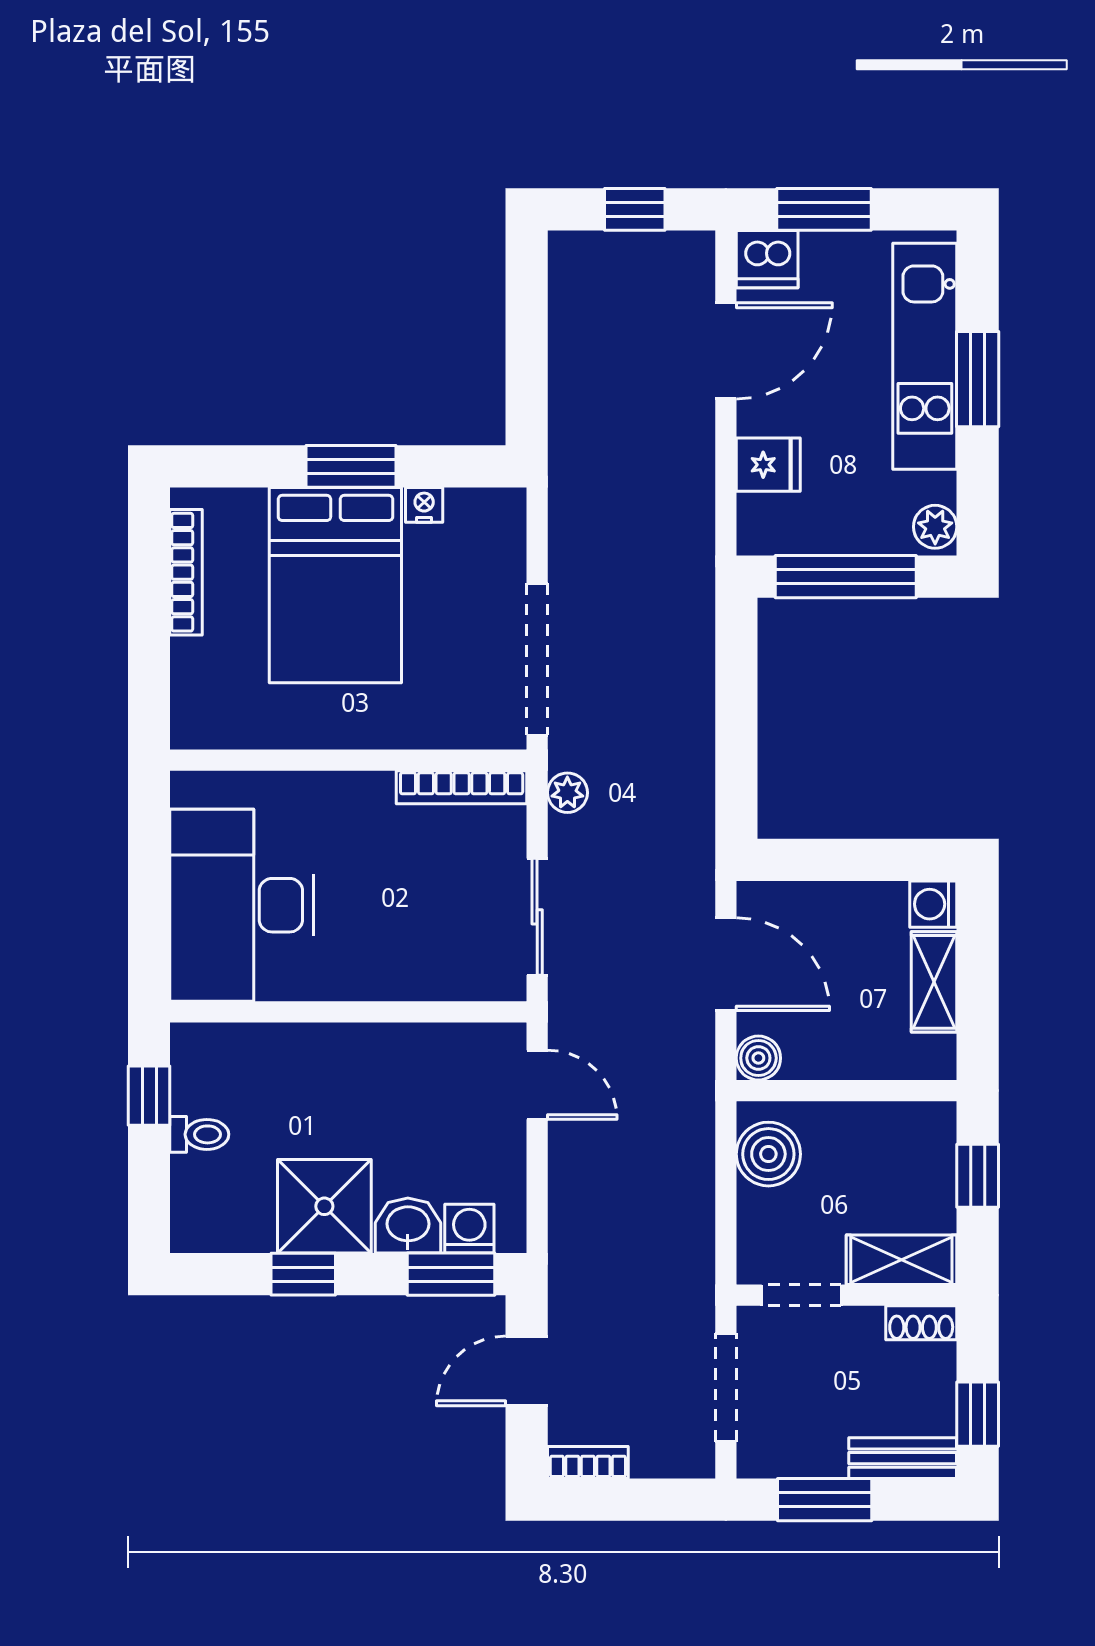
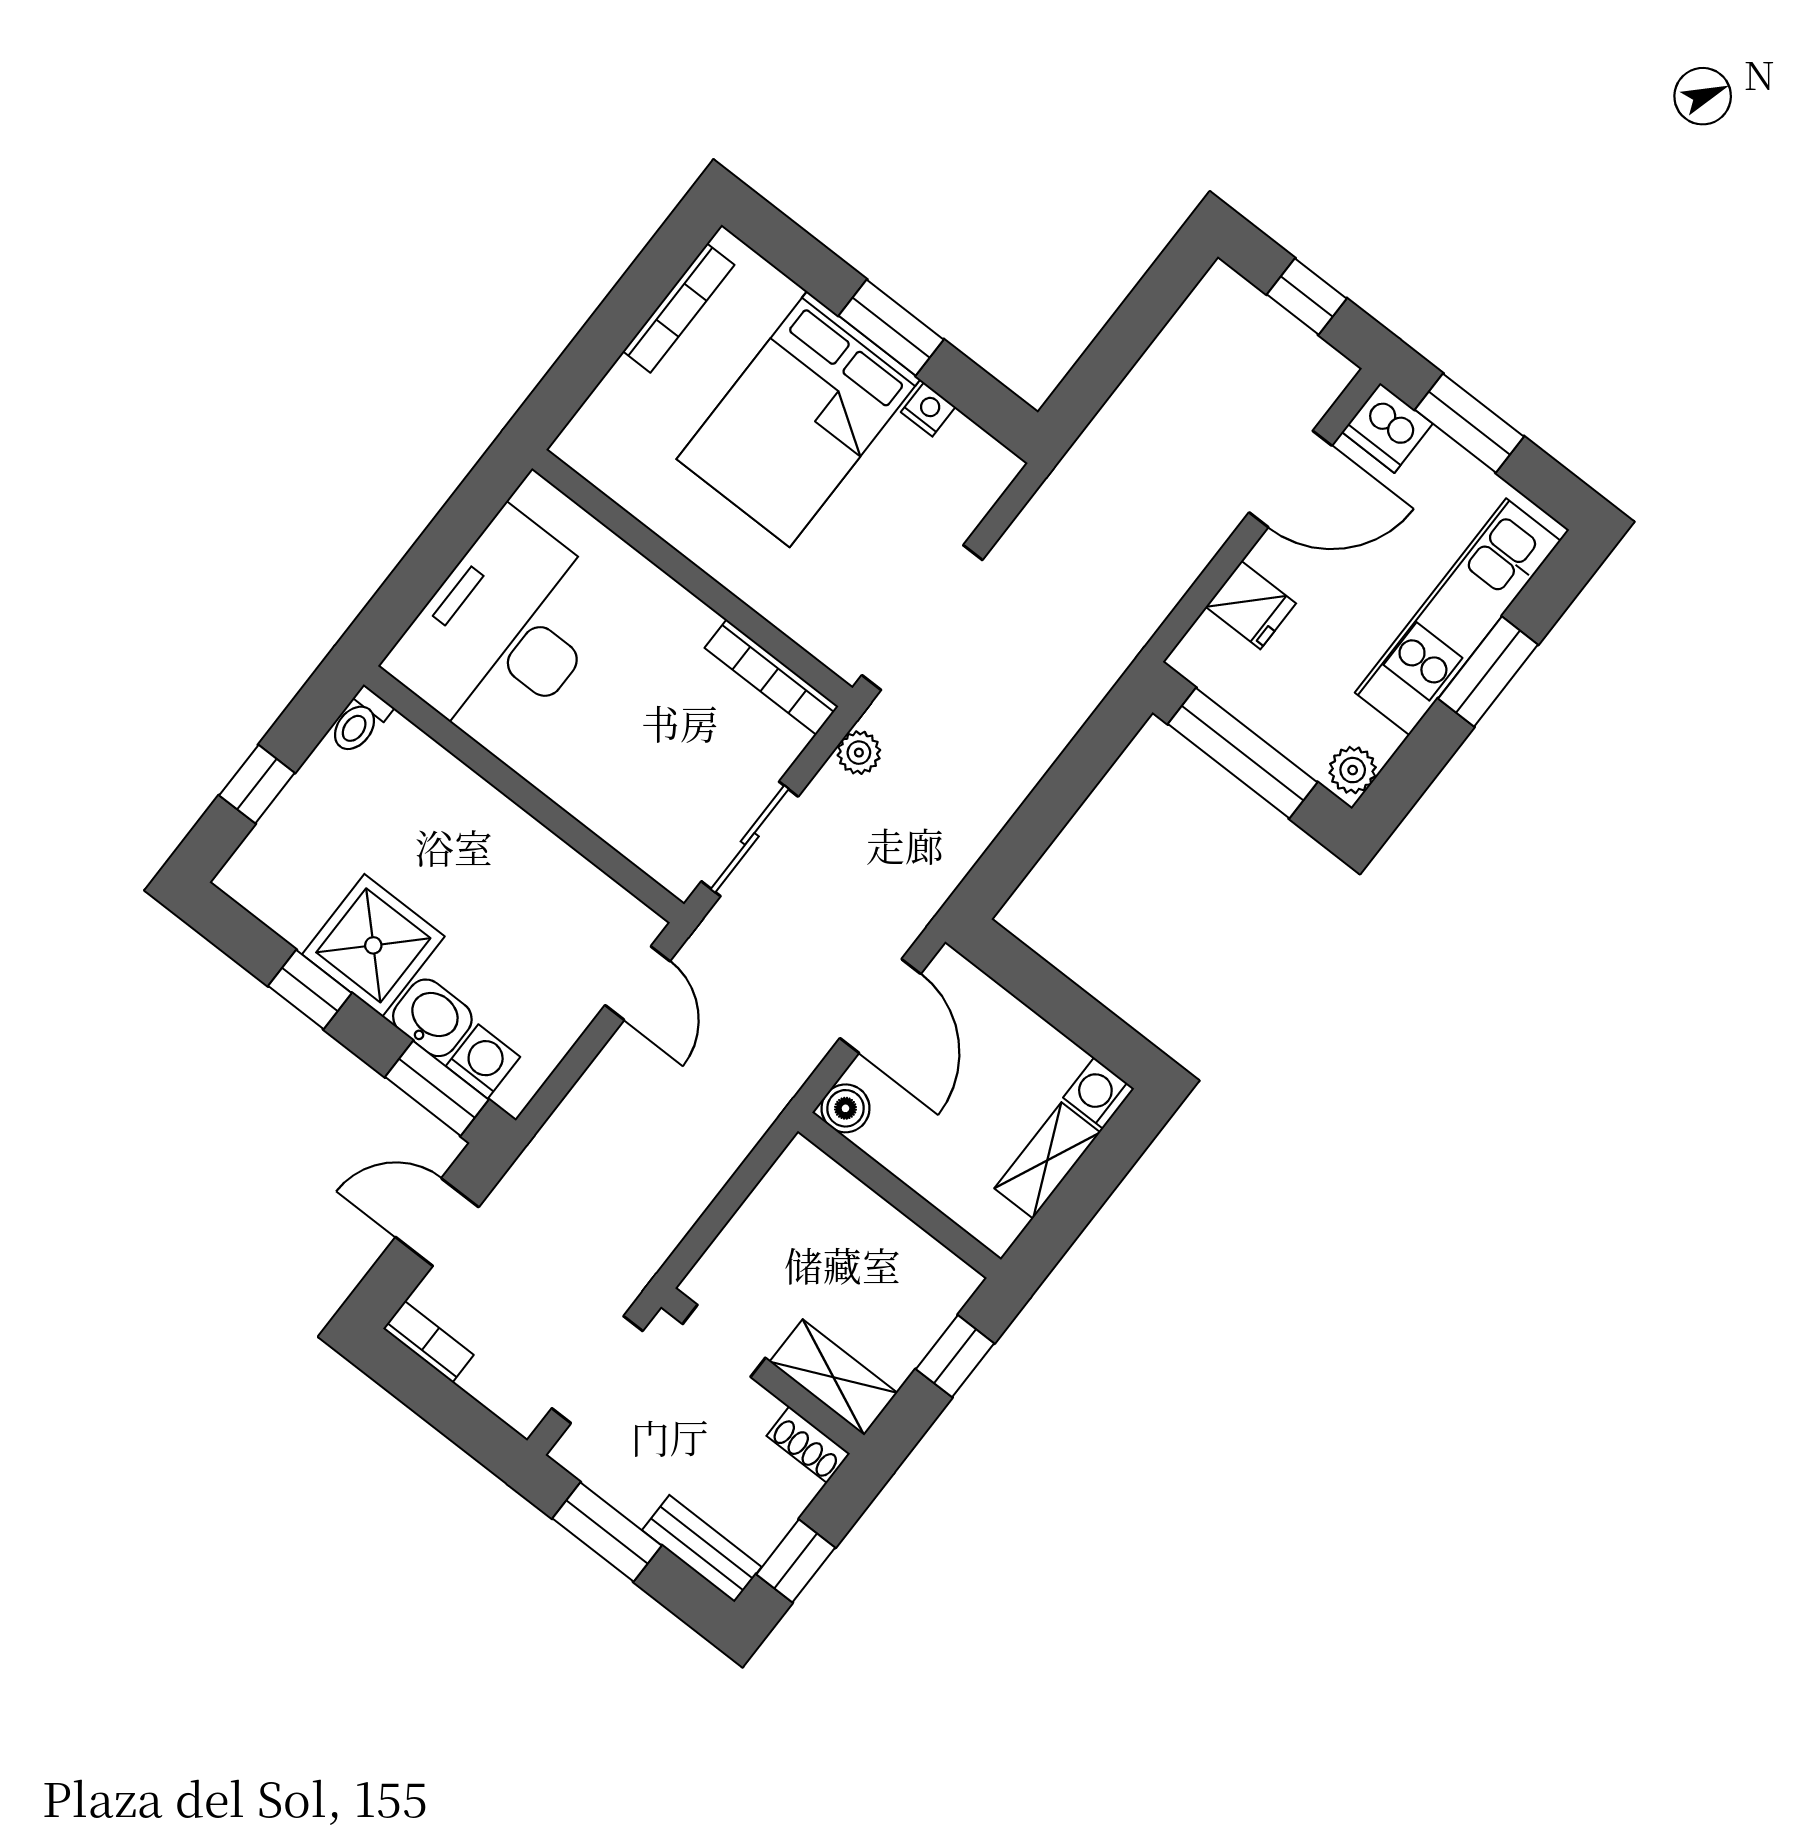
window: (149, 1096) -> (257, 784), moved
toilet: (199, 1134) -> (360, 721), moved, turned 90
boiler: (768, 1154) -> (790, 1198), removed

